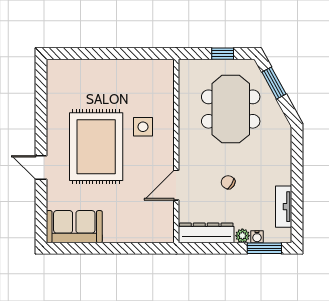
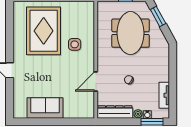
rug: (96, 147) -> (44, 31), moved
sofa: (74, 227) -> (45, 108), moved

